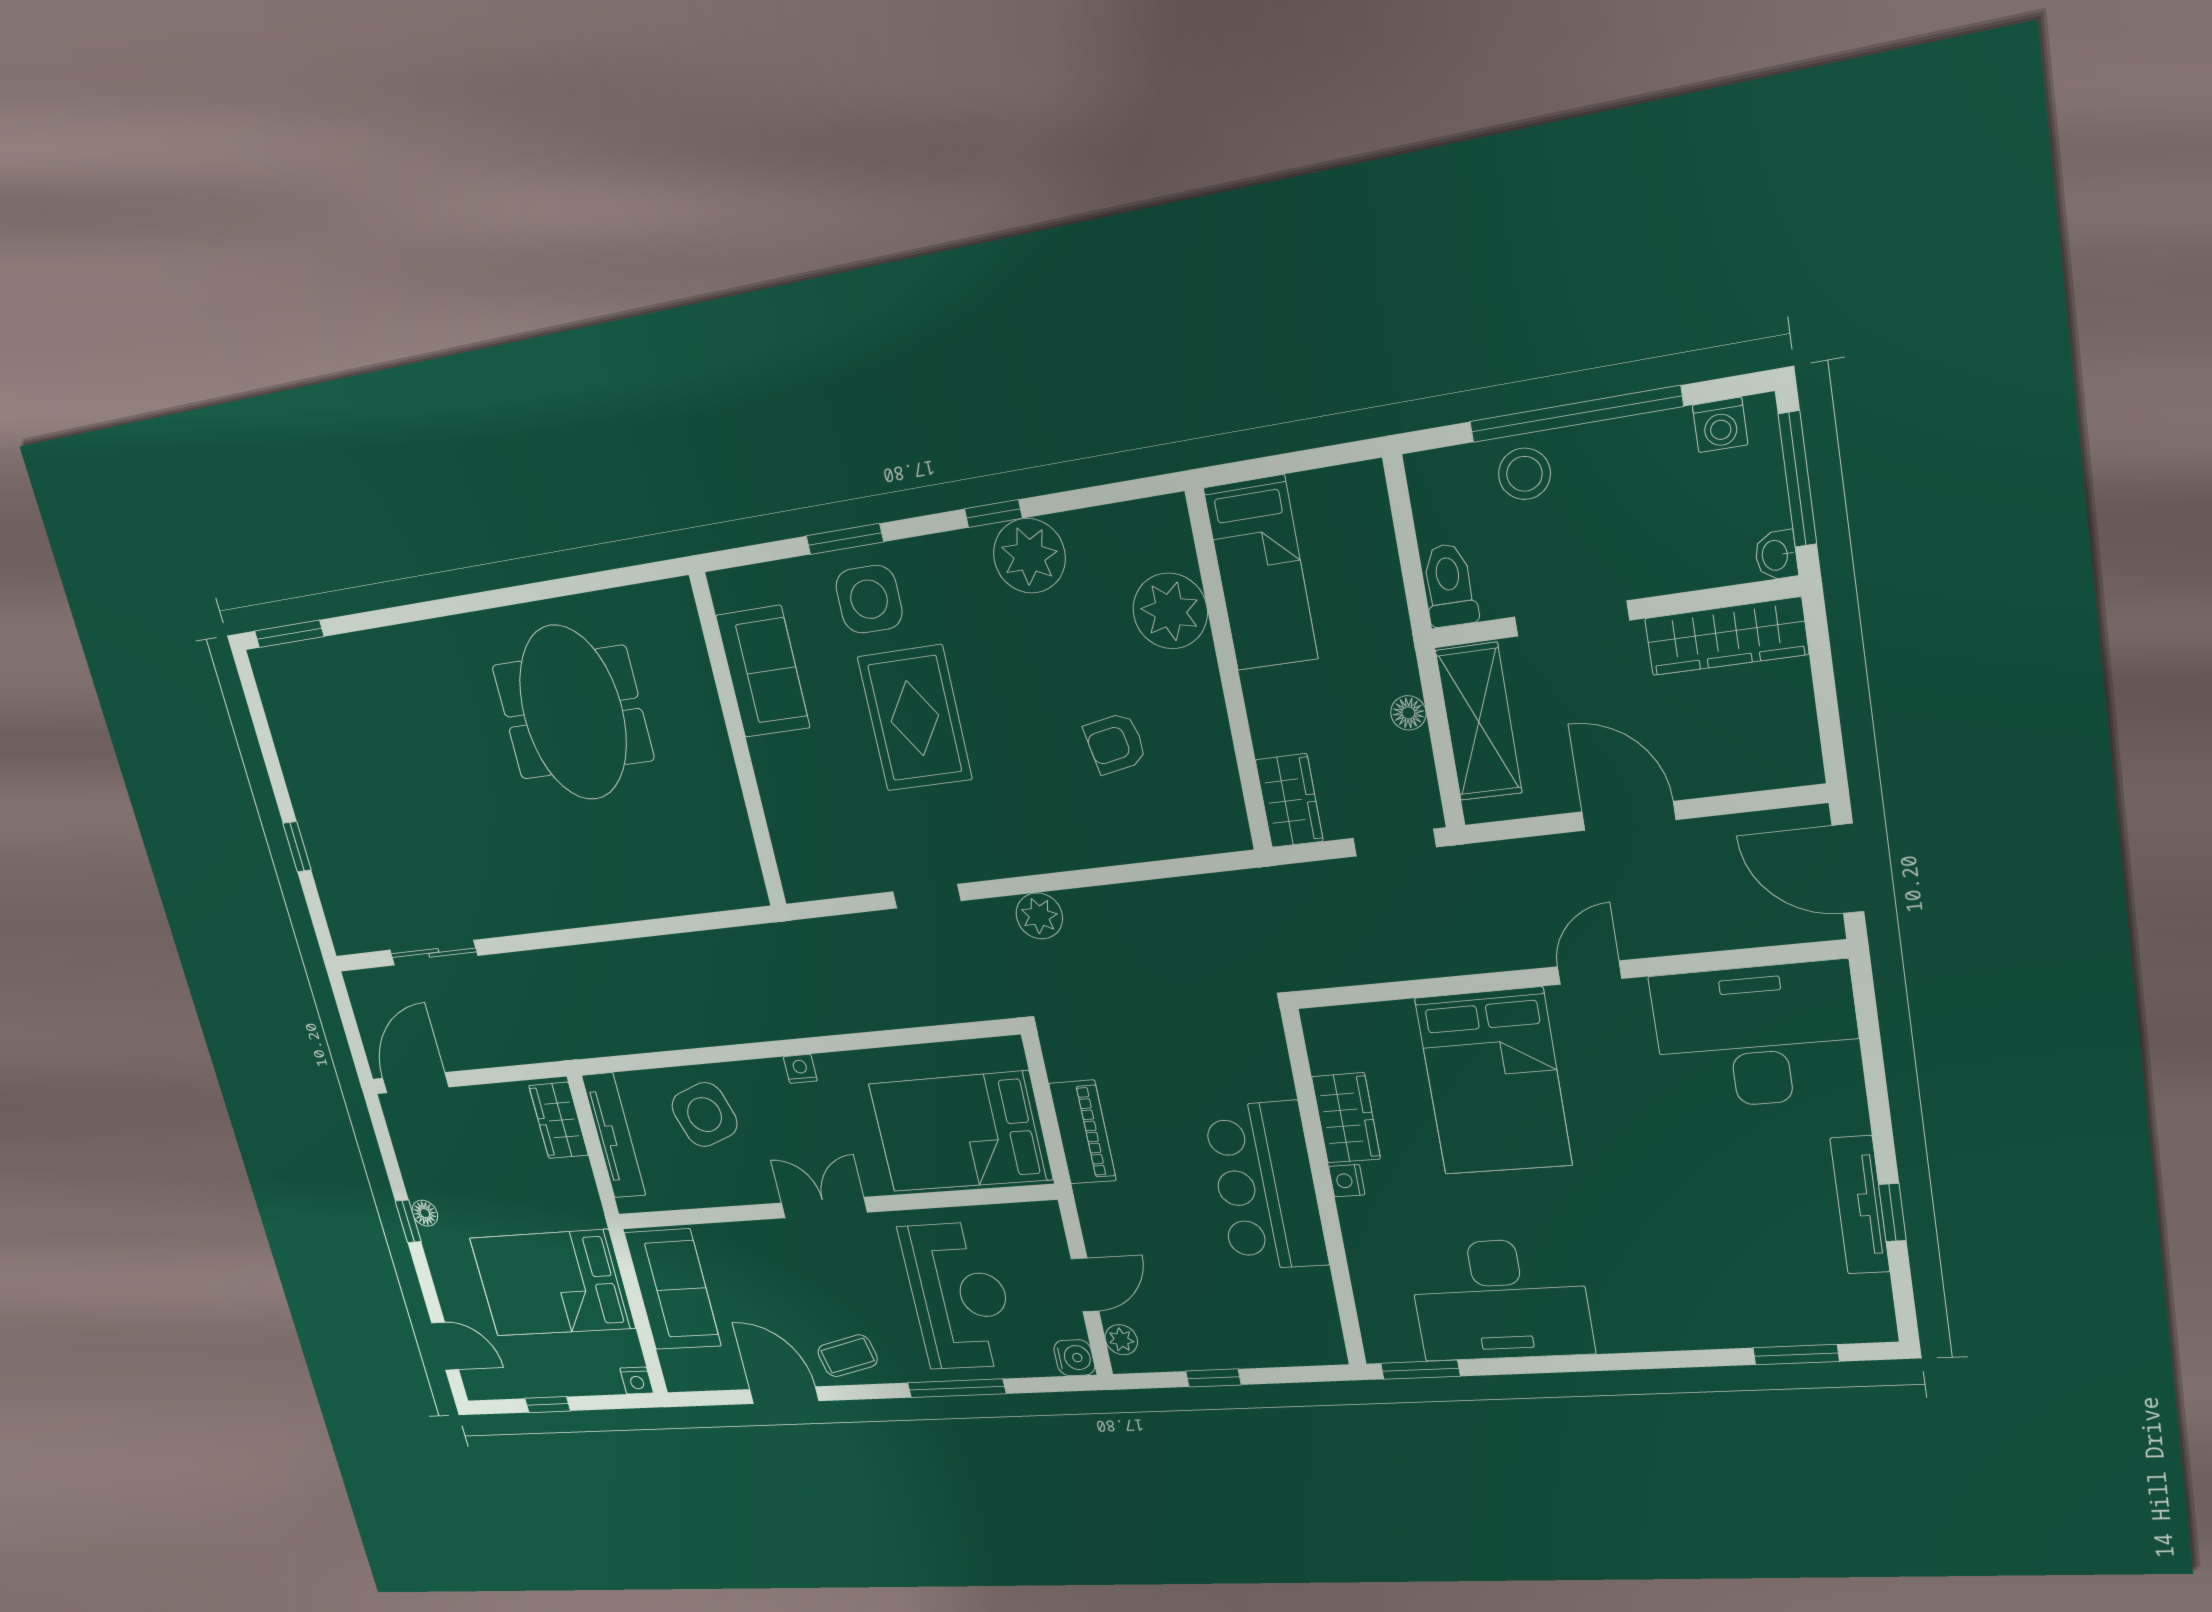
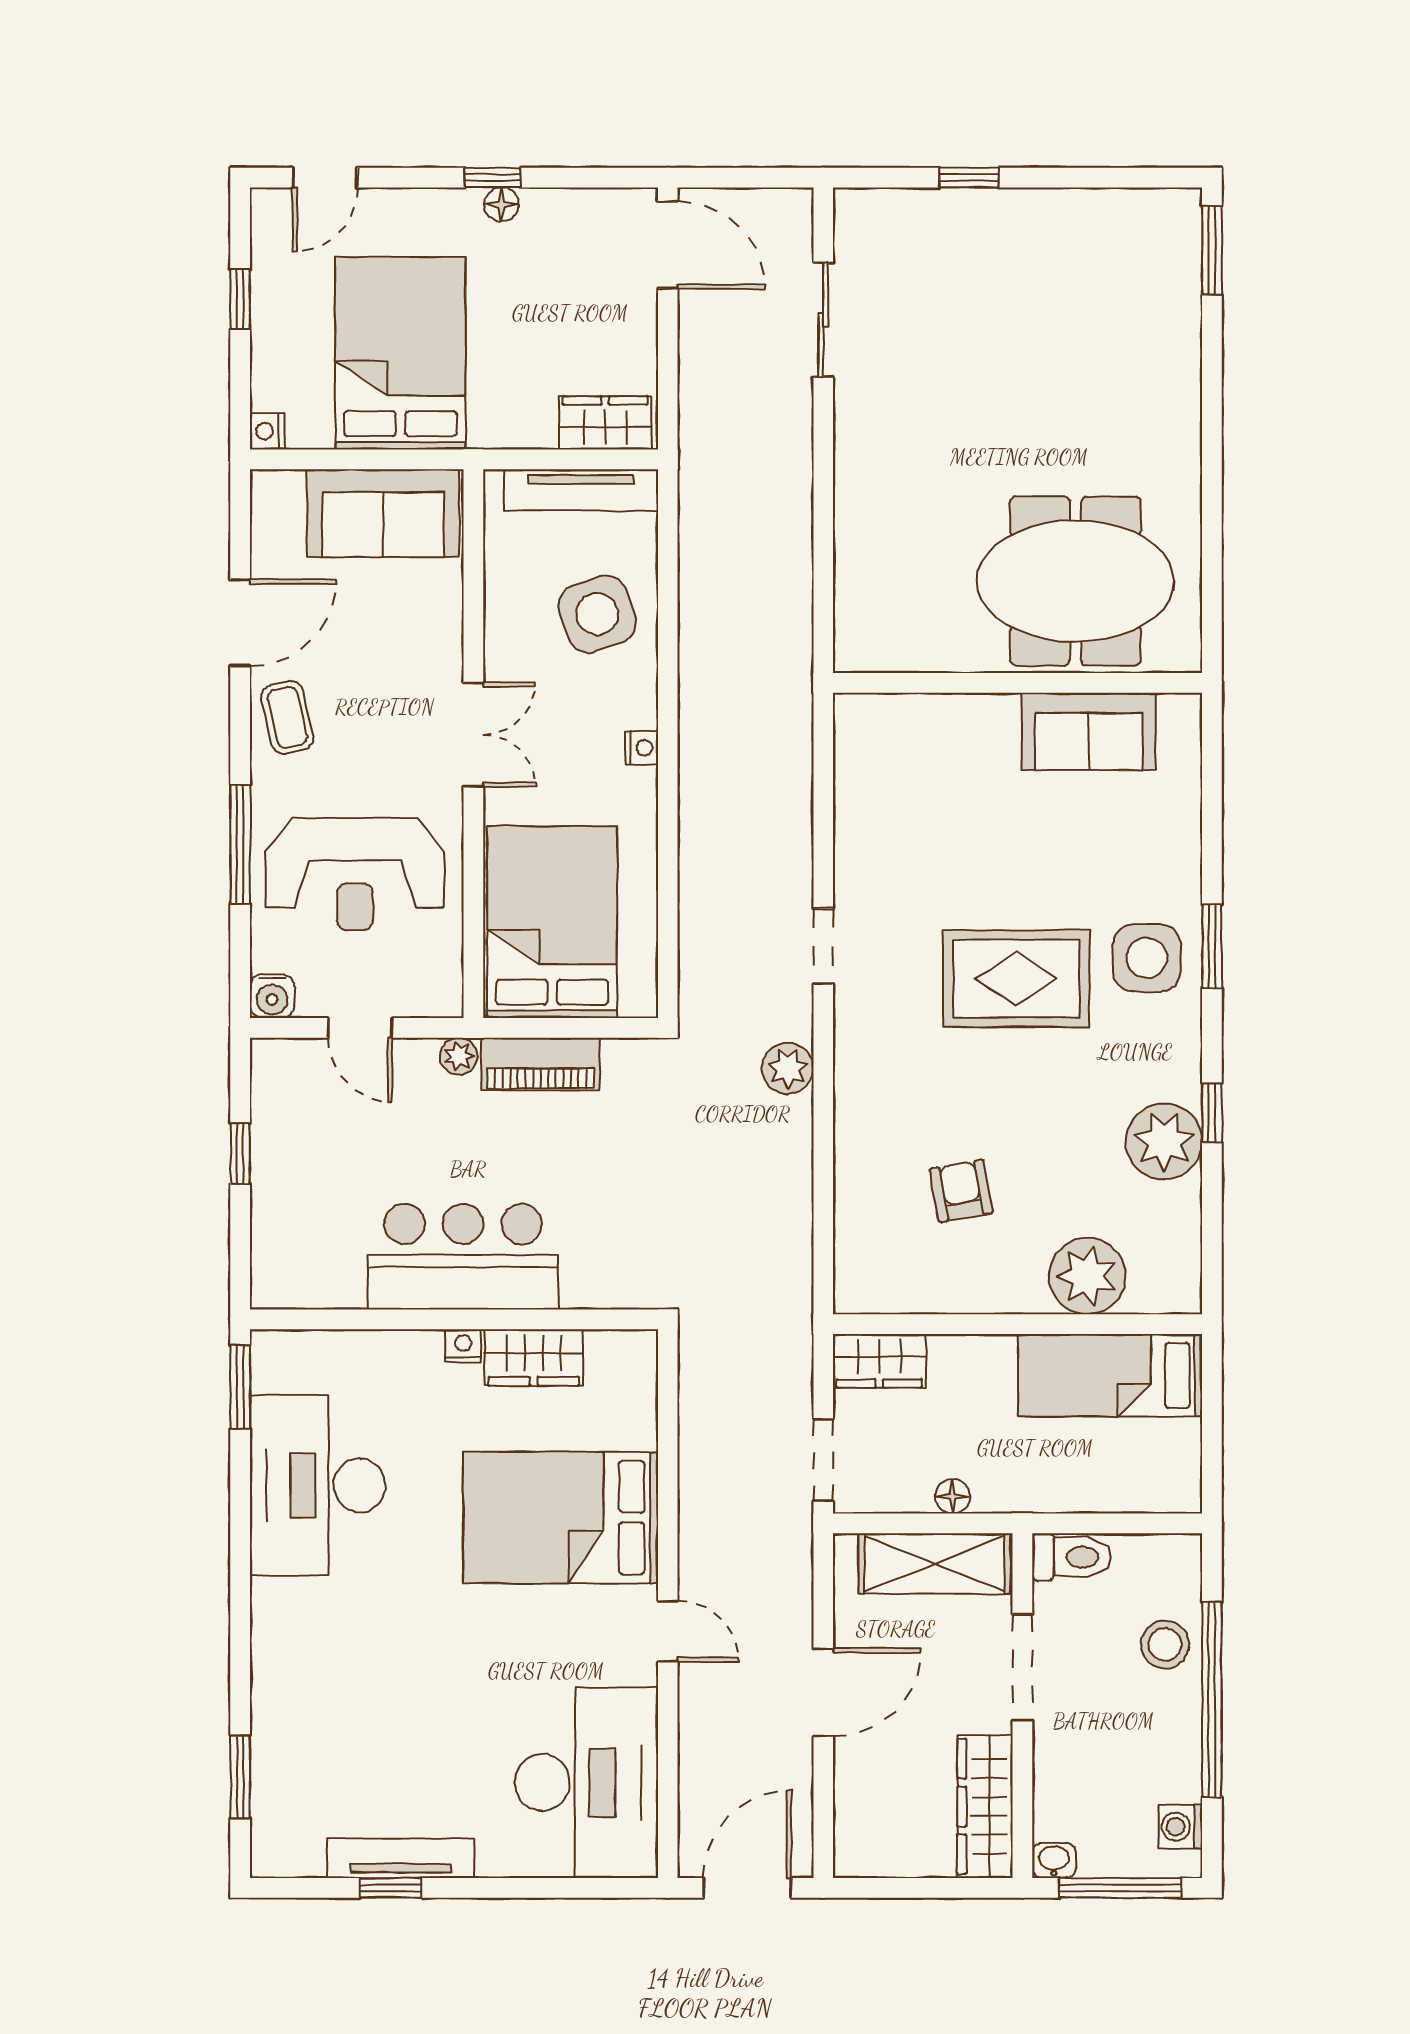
sofa: (763, 672) -> (1089, 731), moved
wall: (738, 742) -> (1018, 683), moved
plant: (1121, 1340) -> (459, 1056), moved

